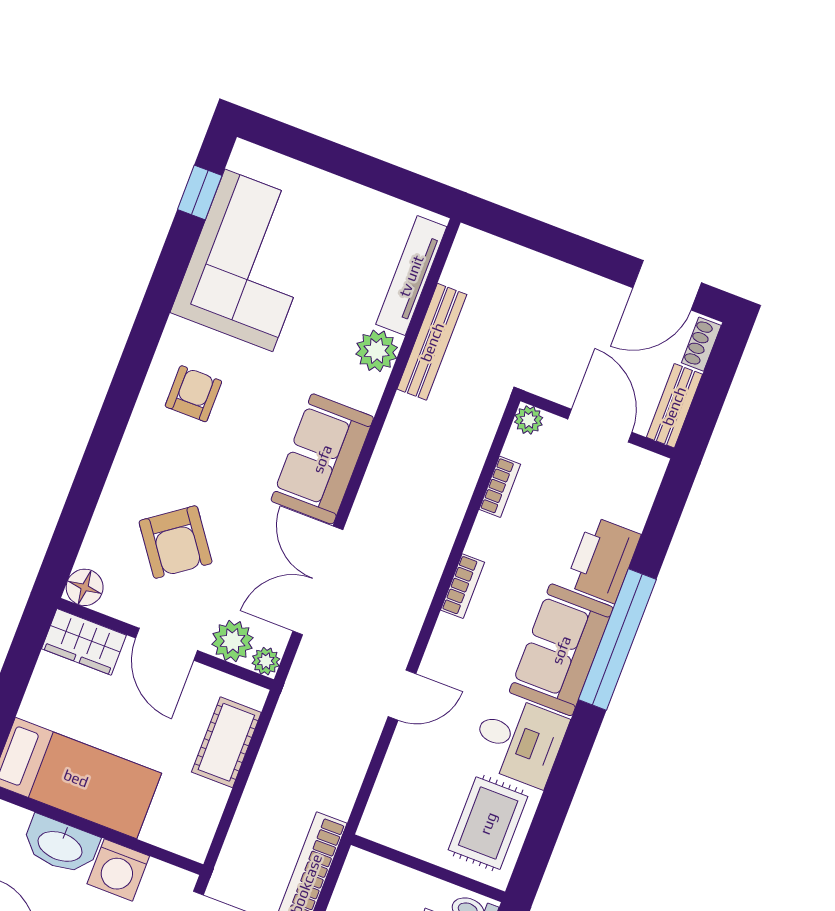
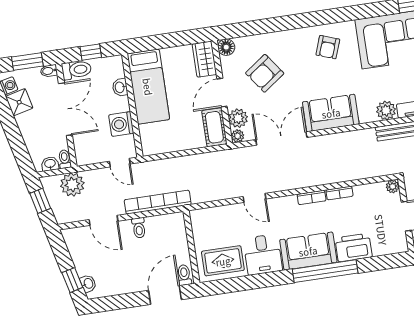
armchair: (193, 394) -> (328, 47), turned 110
bookcase: (500, 487) -> (339, 193), moved
cot: (226, 742) -> (214, 127), moved, turned 90
washbasin: (60, 845) -> (120, 87), width x0.52, depth x0.69

